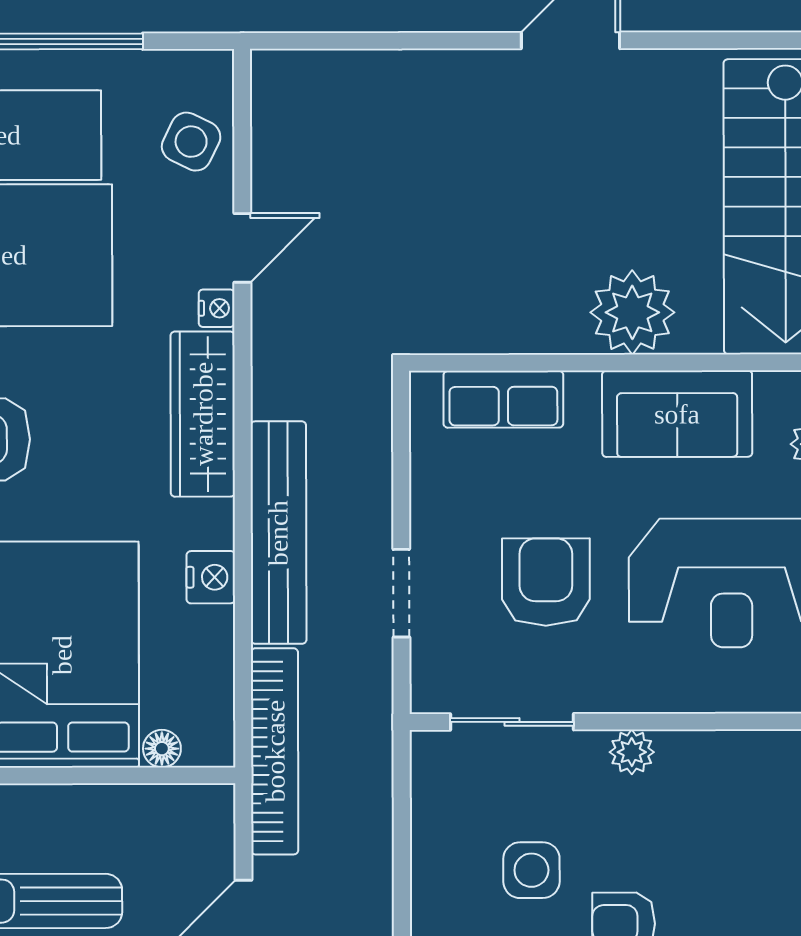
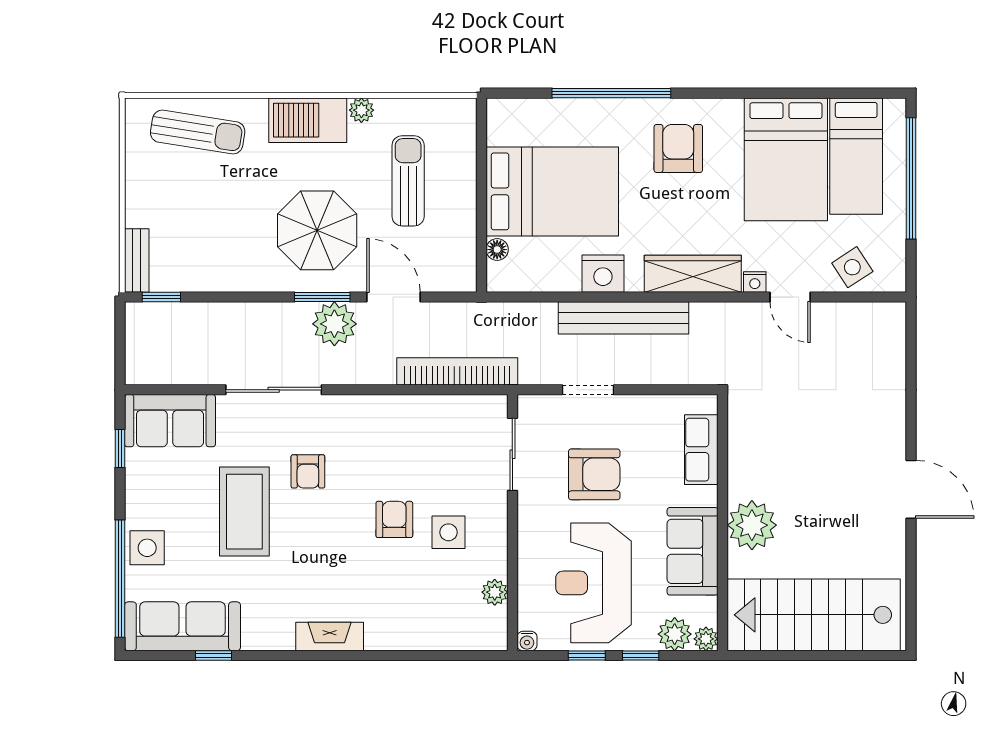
side table: (191, 142) -> (852, 267), turned 31
nightstand: (211, 577) -> (603, 274), width x1.36, depth x1.33
bookcase: (275, 751) -> (457, 371), moved, turned 180
plant: (632, 752) -> (495, 592), moved
side table: (531, 870) -> (448, 532), moved

